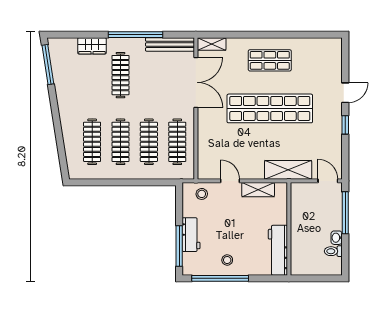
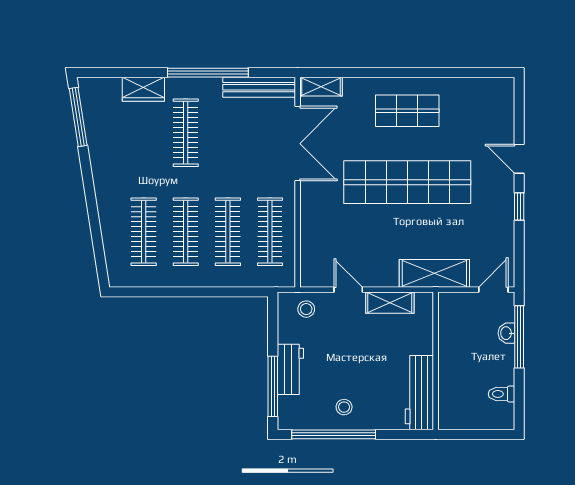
door: (345, 93) -> (519, 159), swing flipped
door: (328, 181) -> (493, 290), hinge flipped
washbasin: (337, 238) -> (506, 333), moved

